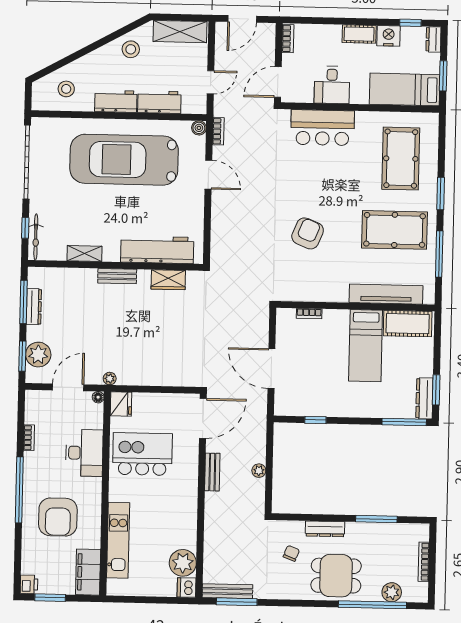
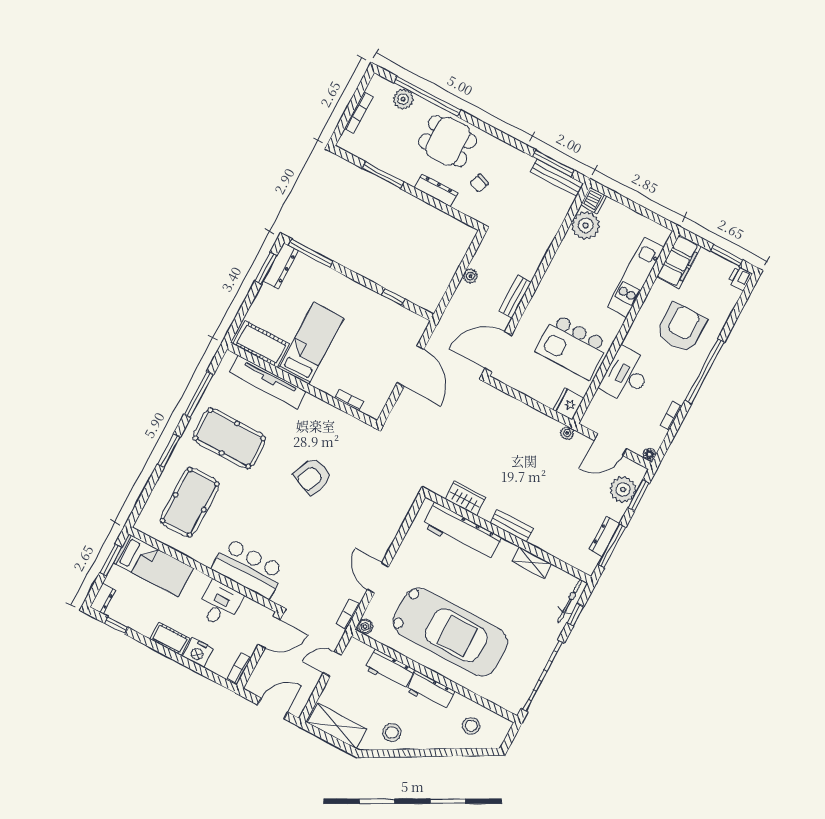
nightstand: (389, 36) -> (198, 653), moved
floor lamp: (98, 397) -> (650, 454), moved

